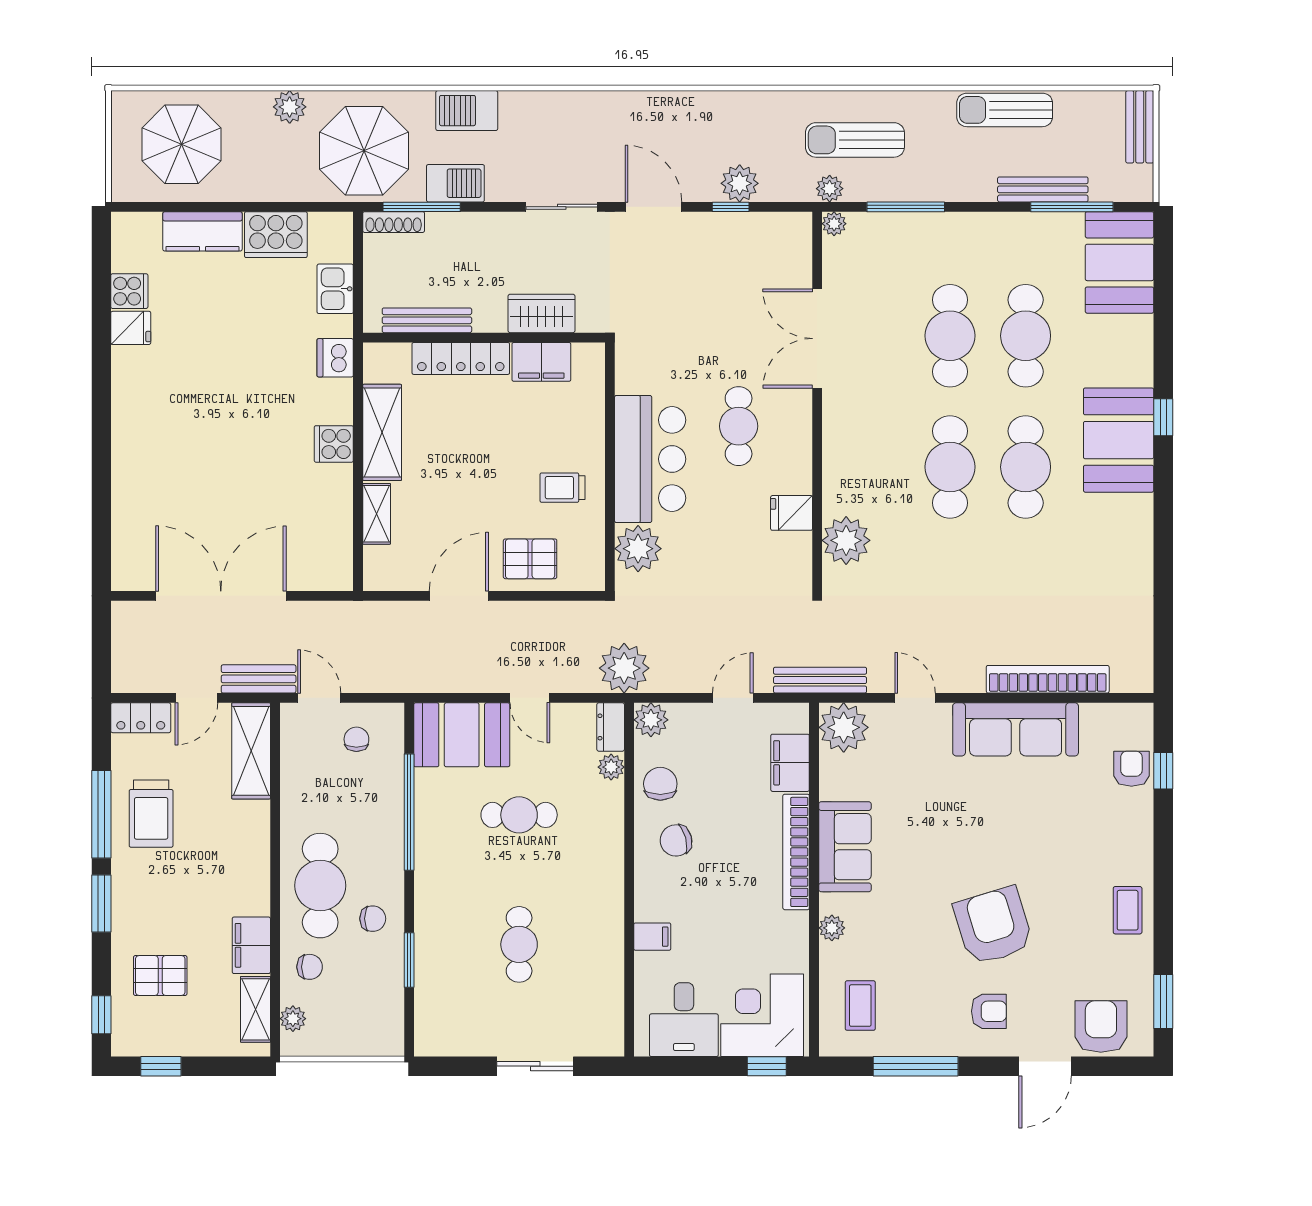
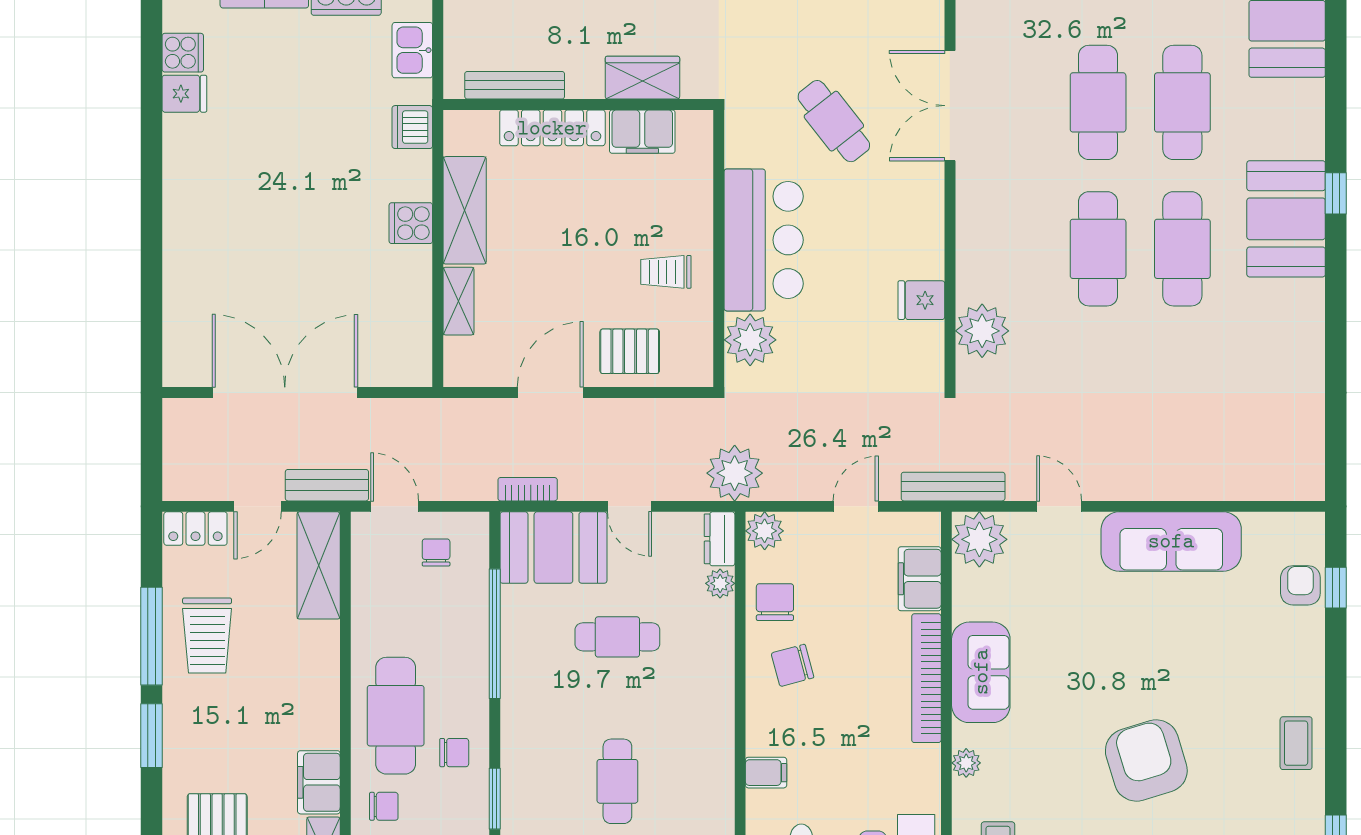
cafe table: (739, 426) -> (834, 121), moved, turned -38
bookcase: (1048, 679) -> (528, 489), moved, width x0.43, depth x0.76

